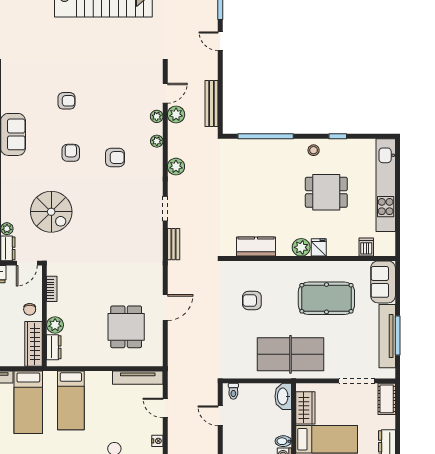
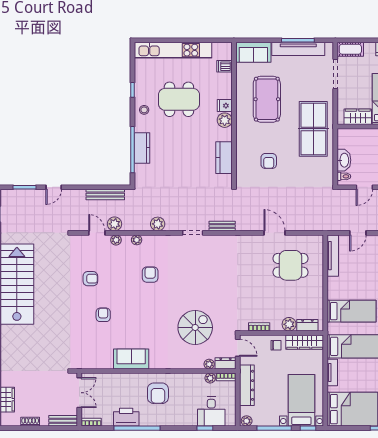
kitchen counter: (268, 148) -> (142, 148), added
armchair: (71, 153) -> (90, 279), moved, turned 180
dining table: (326, 192) -> (179, 99), width x1.38
washbasin: (283, 396) -> (344, 160), moved, turned -90

